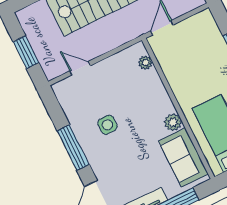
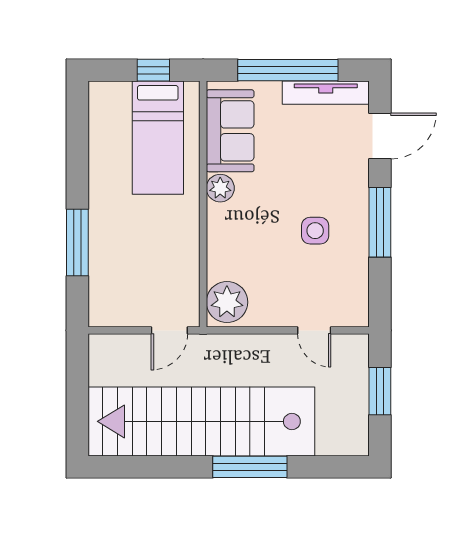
plant: (145, 63) -> (227, 302), width x1.88, depth x1.88

